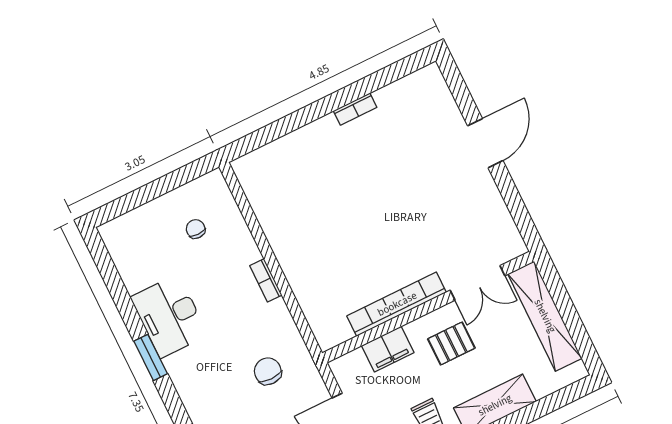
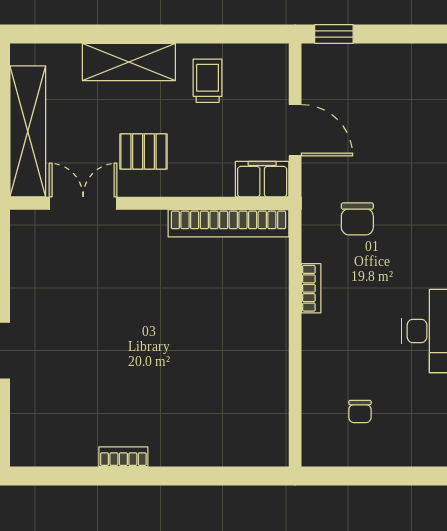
bookcase: (266, 280) -> (311, 288), moved
bookcase: (397, 304) -> (228, 223), moved
filing cabinet: (388, 349) -> (262, 179), moved

